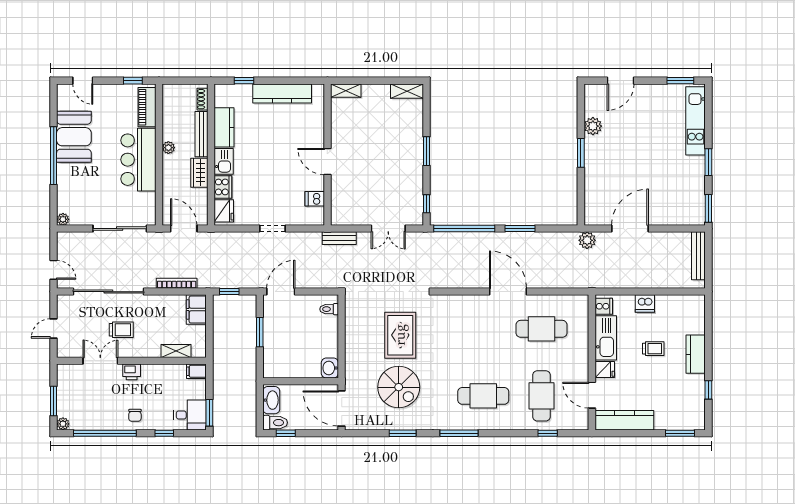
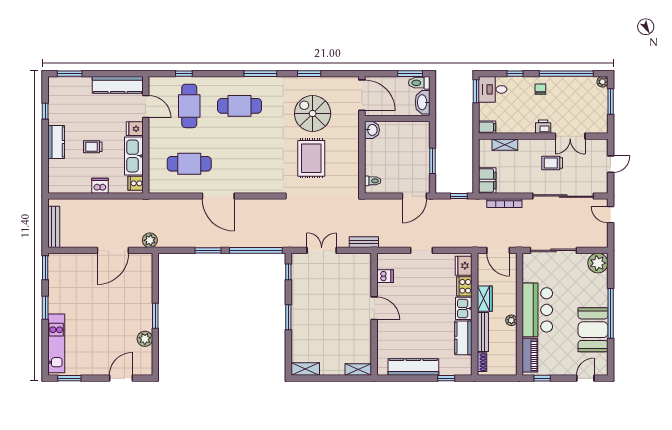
door: (83, 81) -> (585, 378), hinge flipped
plant: (63, 219) -> (598, 263), width x1.88, depth x1.88
window: (286, 433) -> (410, 74), width x1.50

